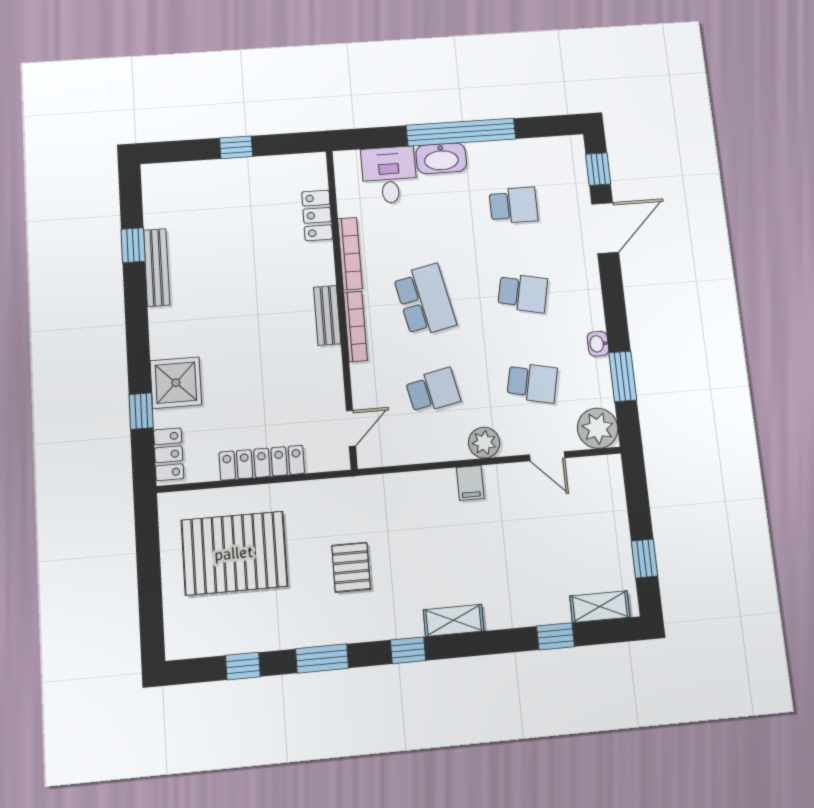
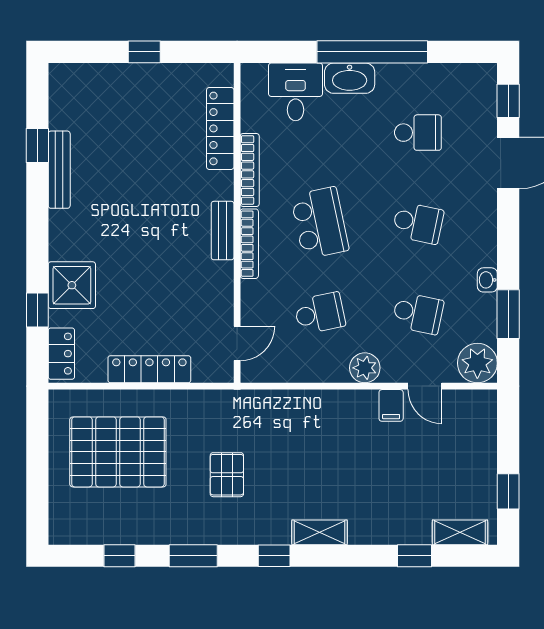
locker: (317, 215) -> (220, 128), width x1.53
filing cabinet: (470, 483) -> (391, 405), moved

